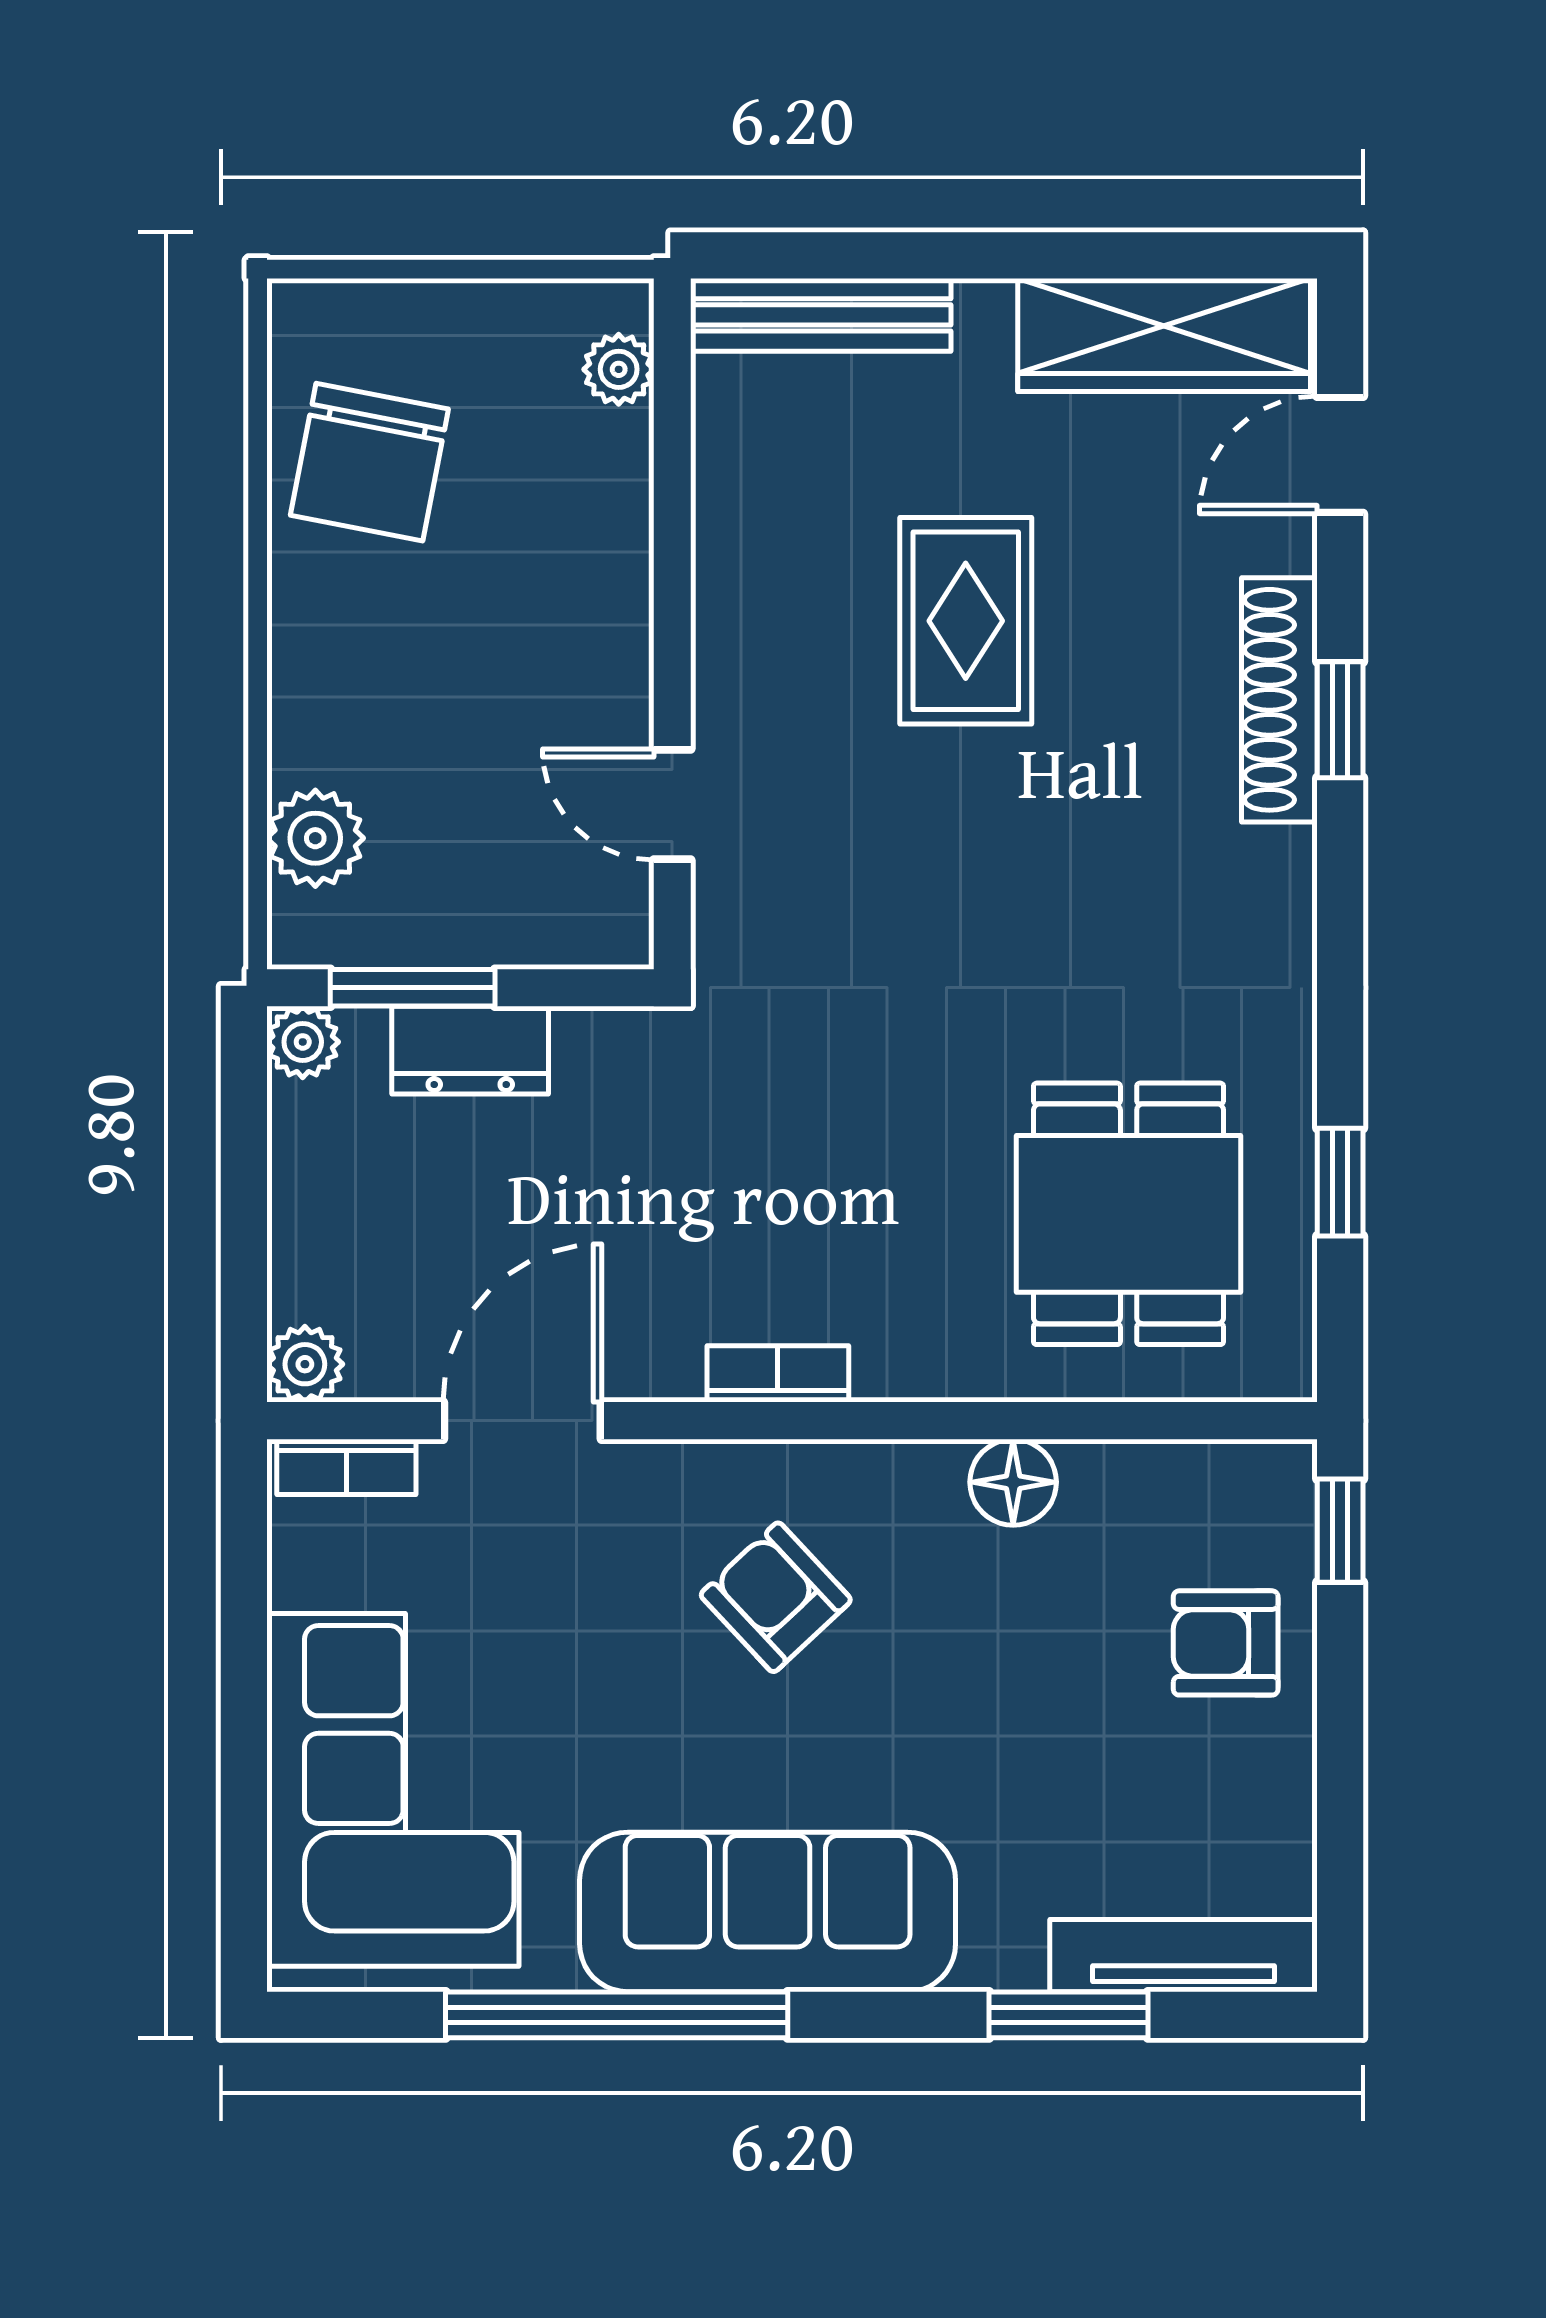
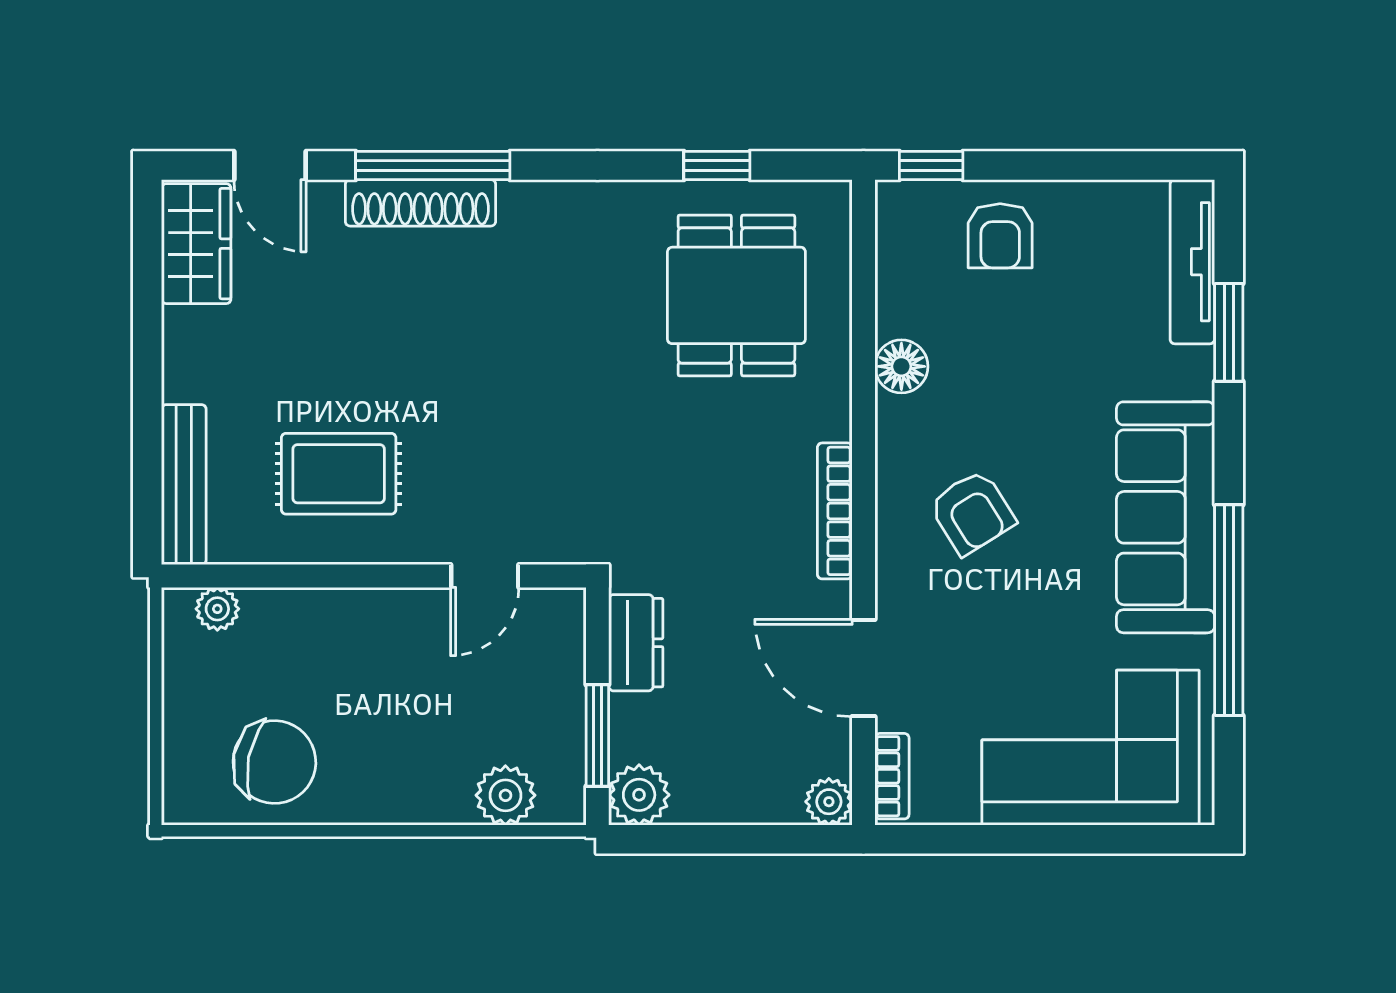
wardrobe: (1164, 335) -> (196, 244), width x0.67
rug: (966, 621) -> (339, 474), moved
window: (1340, 720) -> (433, 165), width x2.17
plant: (303, 1042) -> (639, 795), width x1.38, depth x1.38
dresser: (470, 1050) -> (636, 643), moved
dining table: (1129, 1214) -> (736, 295), turned 90
bookcase: (778, 1374) -> (835, 511), width x1.56
armchair: (776, 1597) -> (972, 512), turned -79

